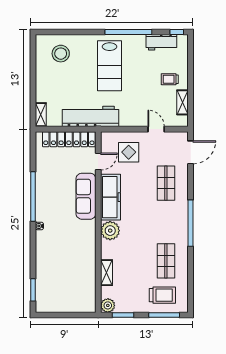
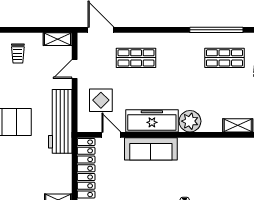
shelving: (182, 102) -> (58, 39), moved
workbench: (90, 116) -> (60, 121), moved
window: (191, 223) -> (216, 30), moved

